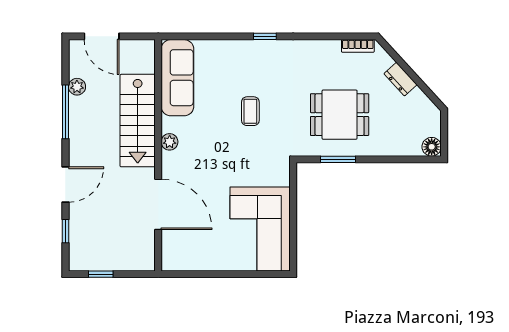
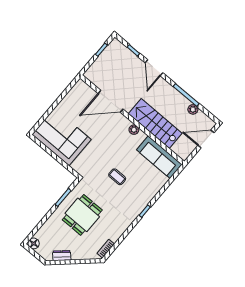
dresser: (401, 79) -> (62, 256), moved

